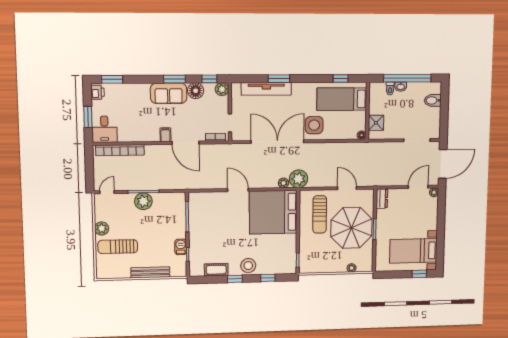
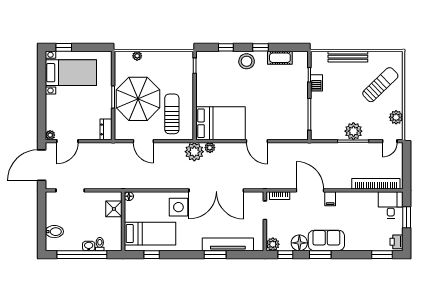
bed: (273, 212) -> (220, 123), width x0.73
plant: (102, 228) -> (396, 117), moved
sun lounger: (118, 247) -> (380, 85), turned -44

